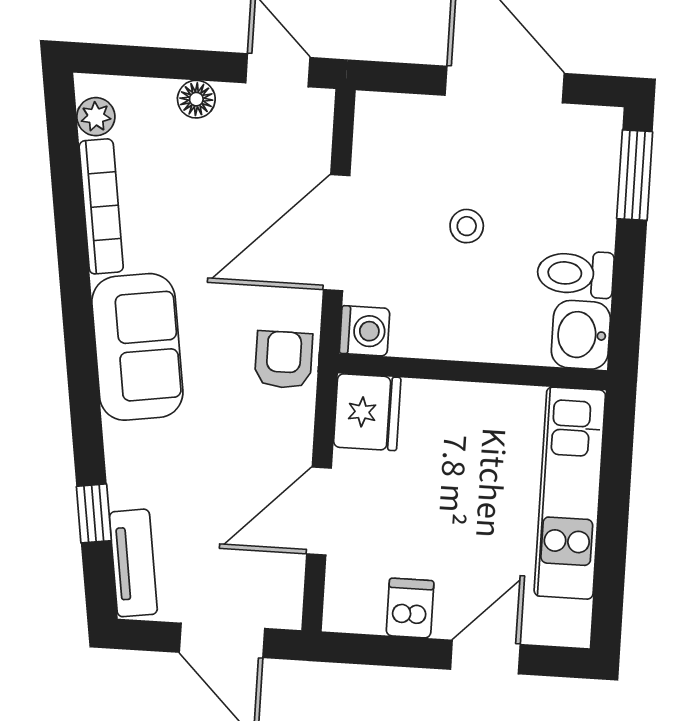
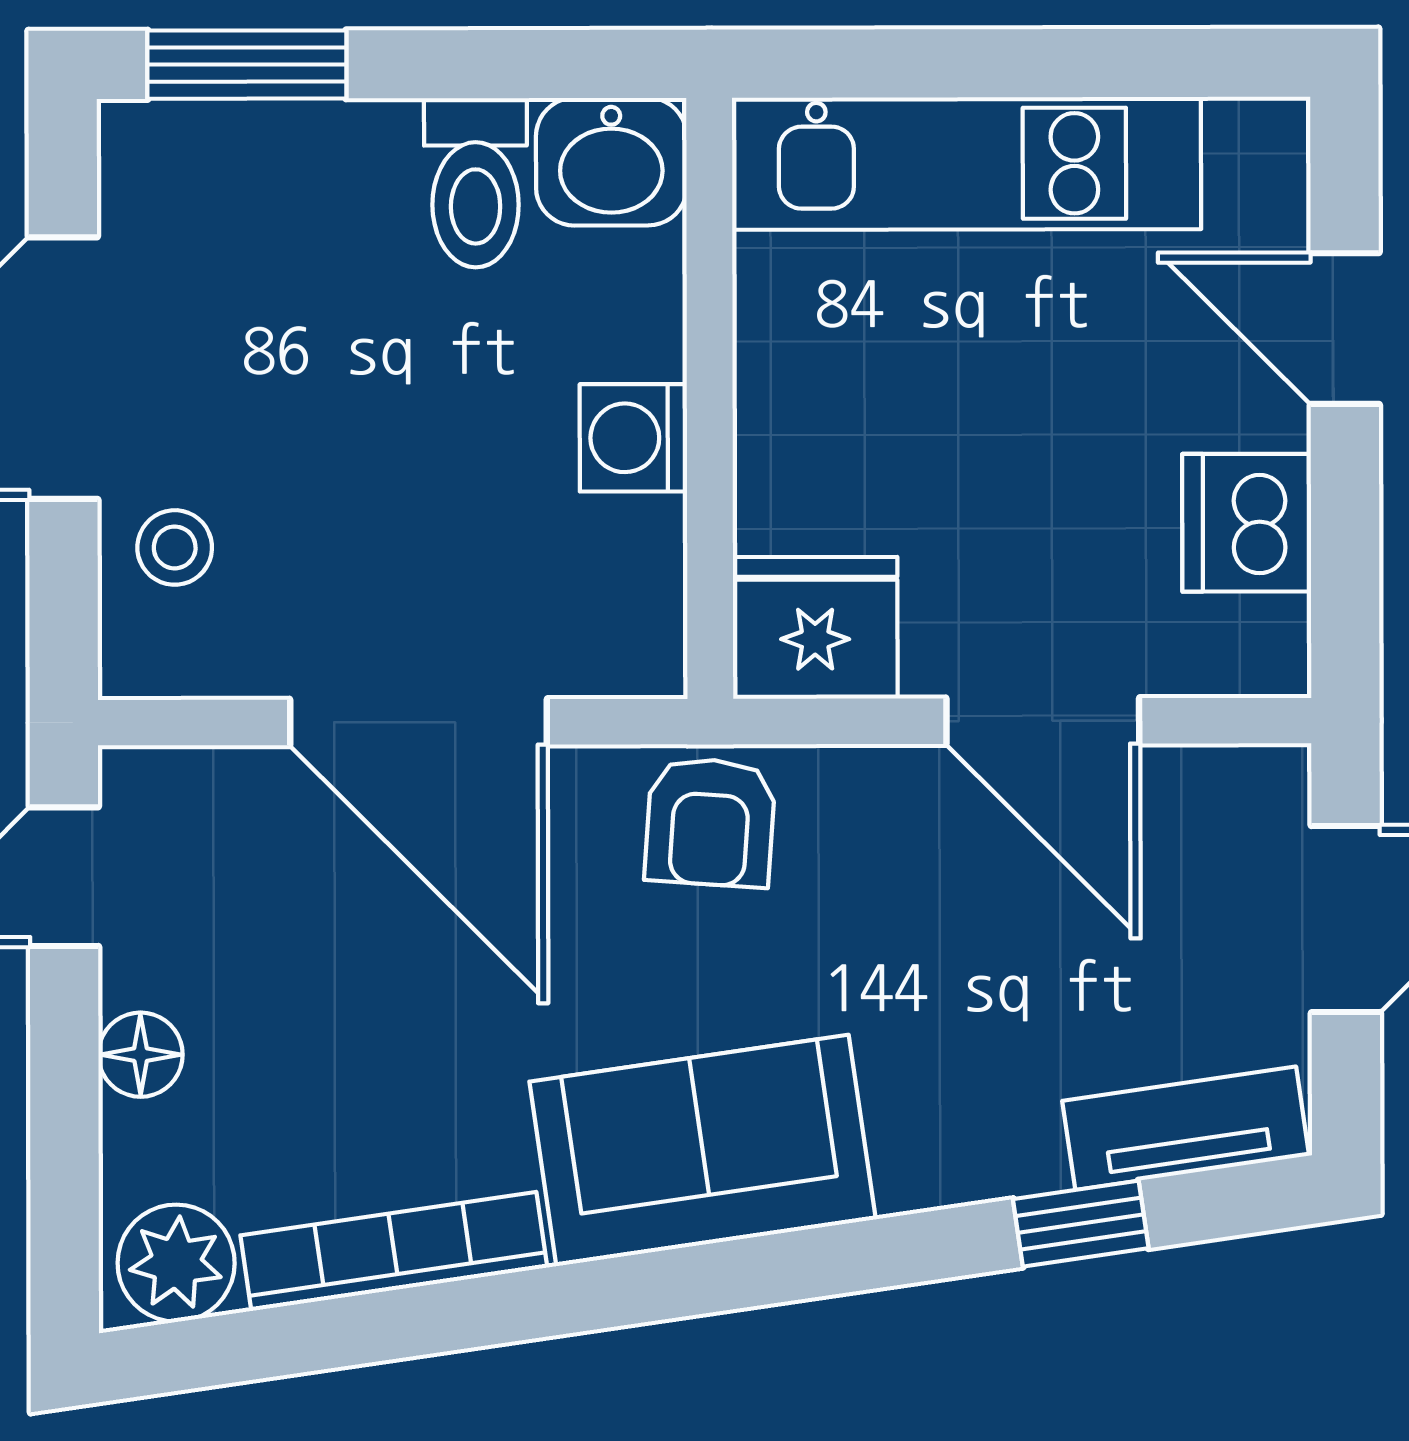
plant: (96, 117) -> (176, 1263), width x1.38, depth x1.38
stool: (467, 226) -> (175, 547), moved
washing machine: (365, 331) -> (633, 438), moved, turned -90
armchair: (284, 360) -> (710, 822), turned -86
dishwasher: (410, 608) -> (1247, 523), width x1.38

